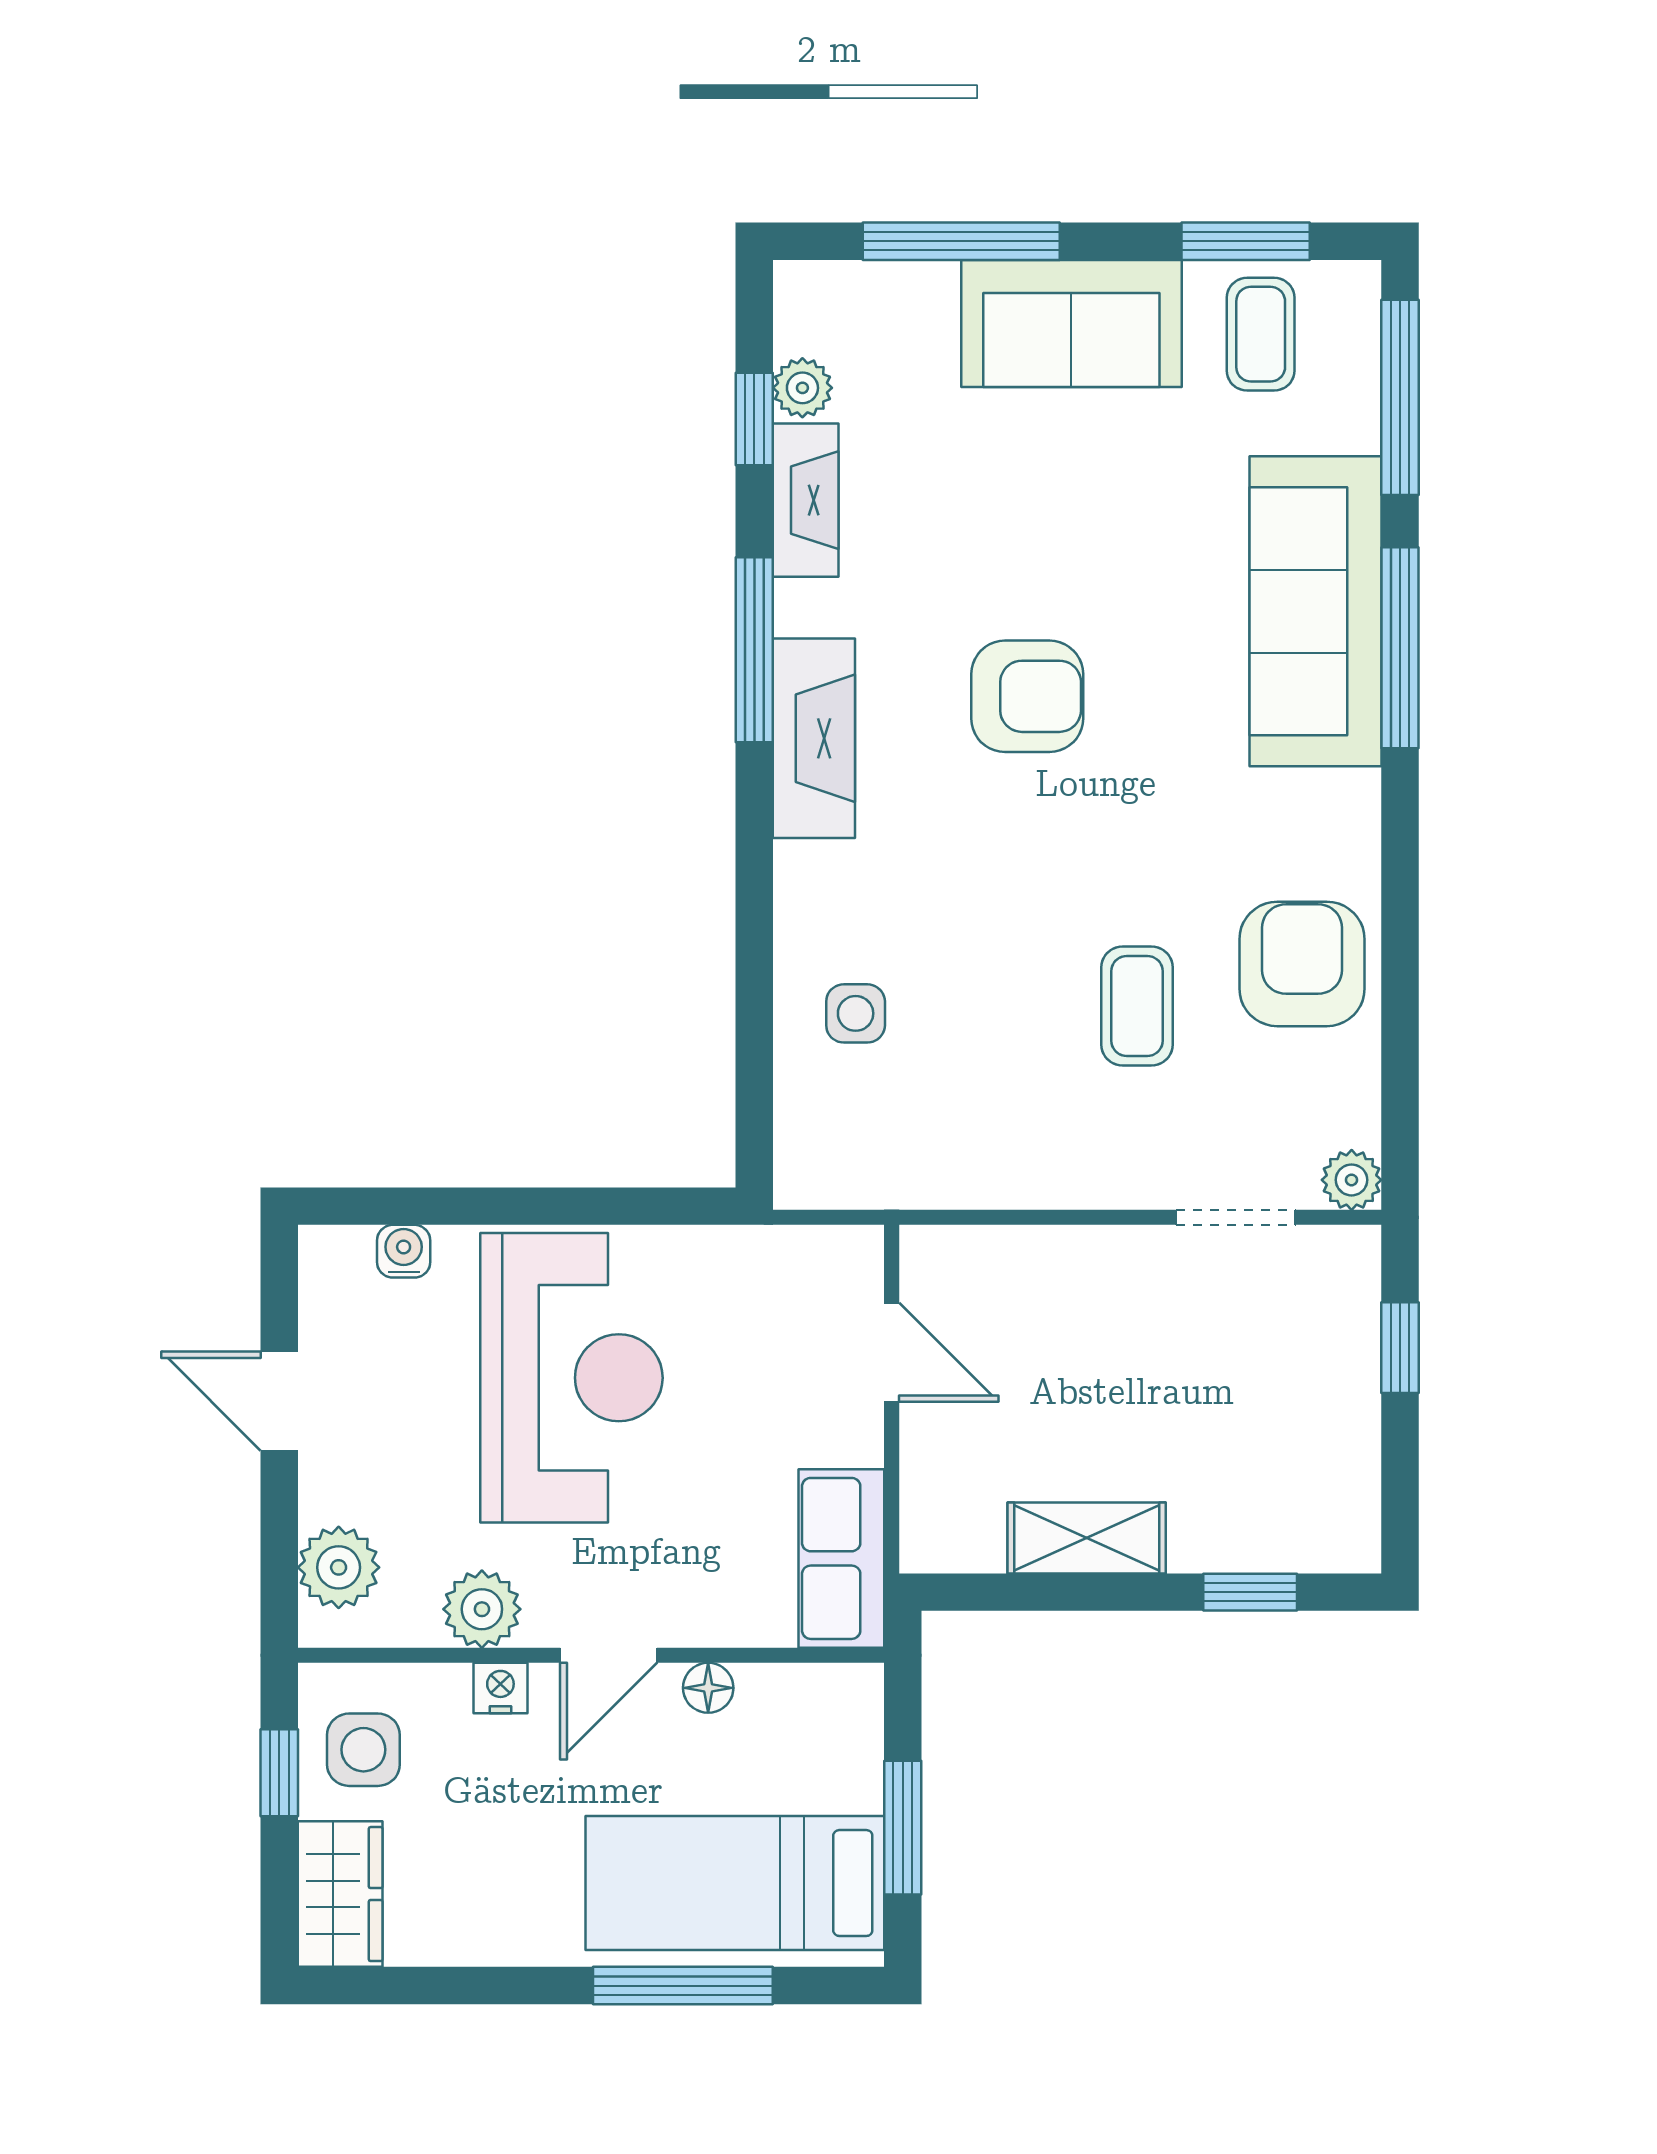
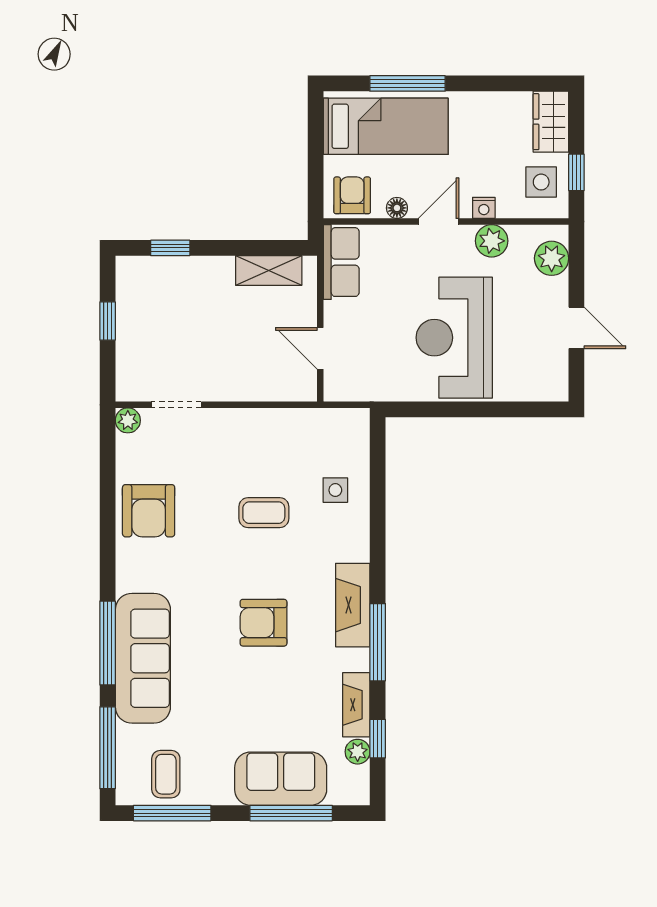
window: (1246, 241) -> (172, 813), width x1.44
sofa: (1071, 323) -> (281, 779), moved
coffee table: (1137, 1006) -> (264, 513), moved, turned 90
water cooler: (404, 1251) -> (524, 391), removed
window: (1400, 1348) -> (108, 321), moved
shelving: (1087, 1538) -> (269, 271), moved
armchair: (815, 1718) -> (352, 195), added
window: (903, 1828) -> (316, 149), removed

